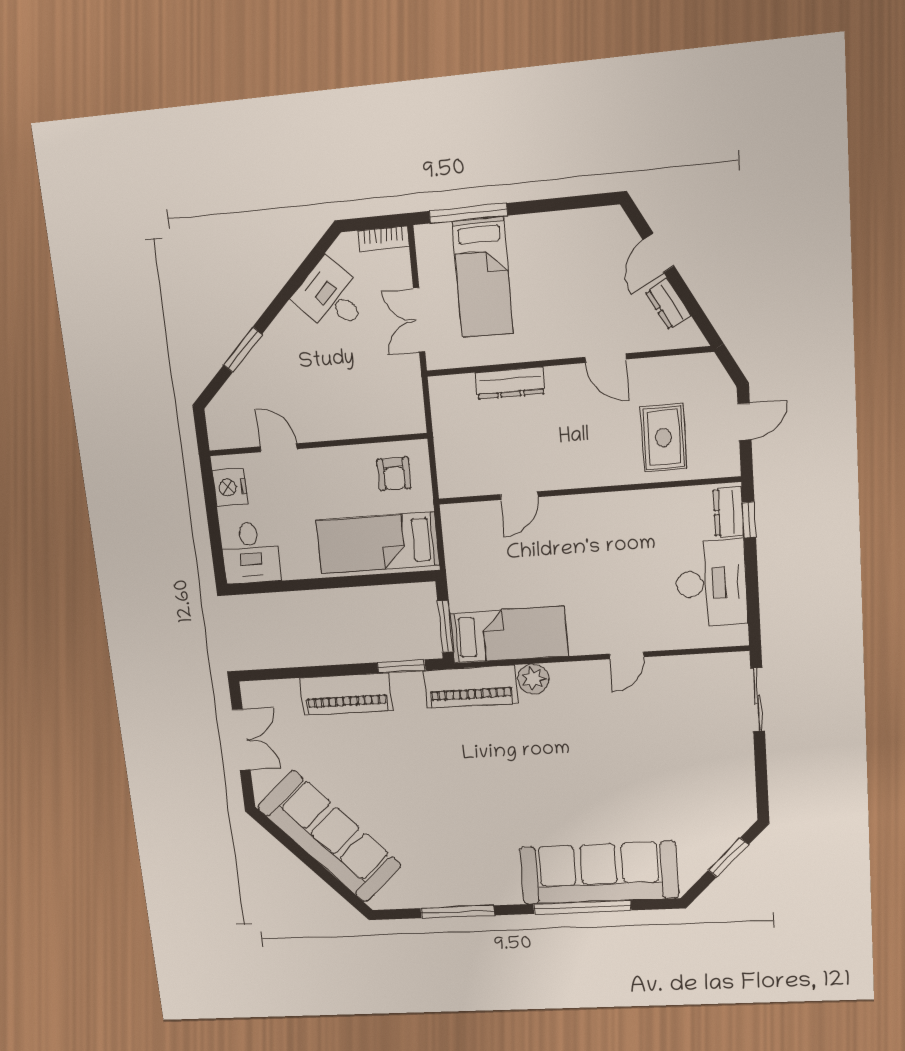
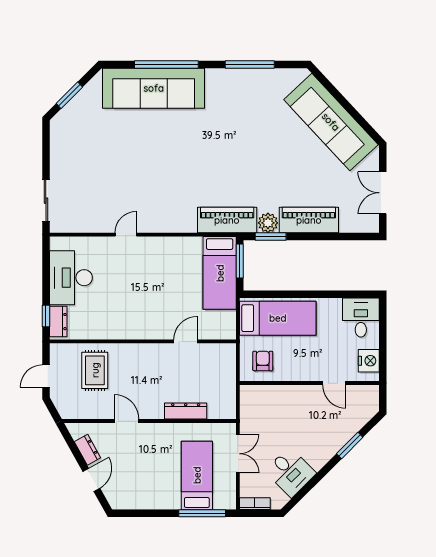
bed: (509, 635) -> (220, 273), moved, turned -90
plant: (533, 679) -> (268, 223), moved

